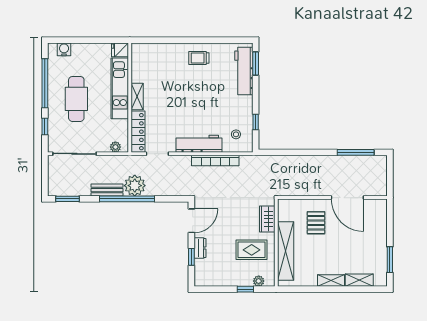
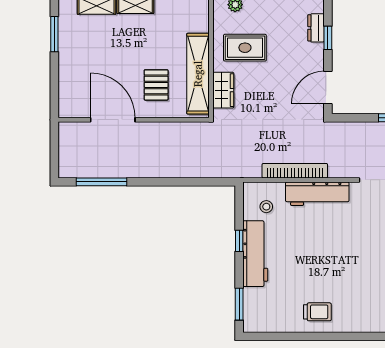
workbench: (244, 71) -> (255, 254), moved
window: (256, 122) -> (239, 241), moved
dresser: (200, 248) -> (316, 28), moved
shelving: (286, 251) -> (198, 74), moved

